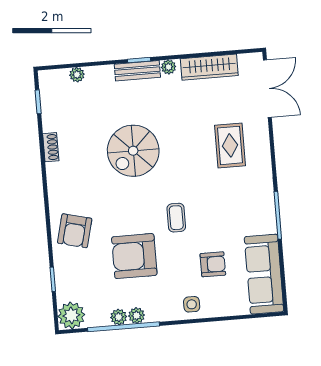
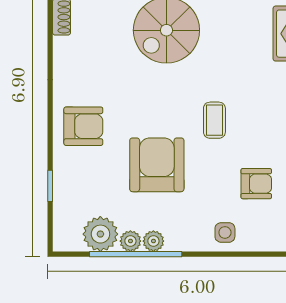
armchair: (75, 231) -> (83, 126), turned -104
armchair: (134, 256) -> (157, 165), turned 90
plant: (71, 315) -> (100, 234), moved

